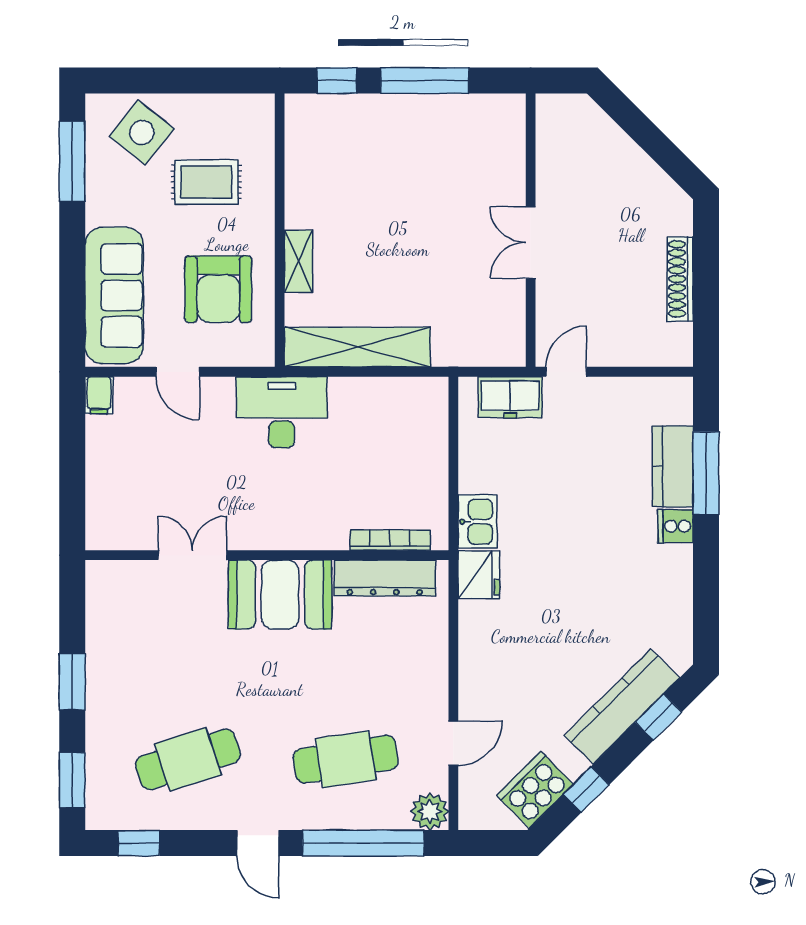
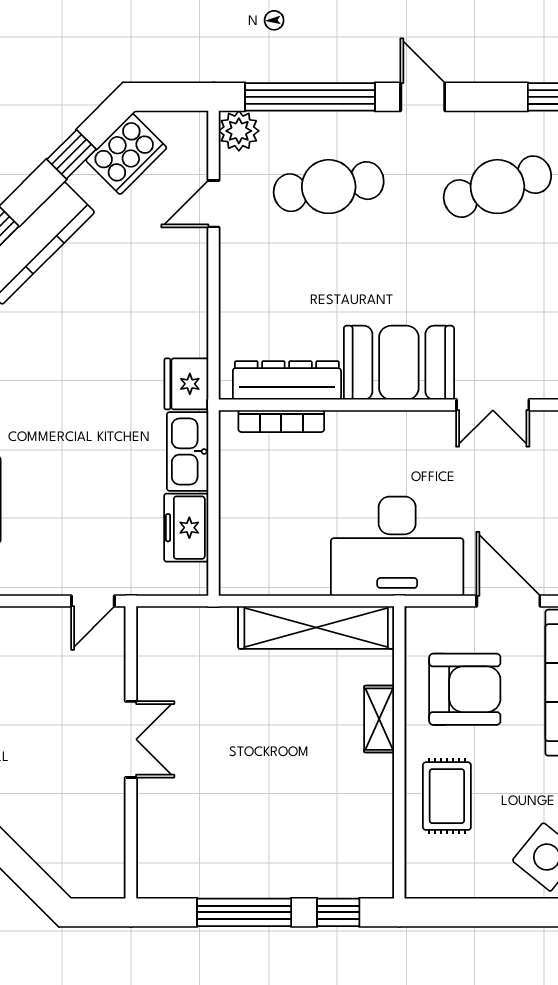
rug: (206, 182) -> (447, 796), moved, turned 90
armchair: (218, 289) -> (465, 689), turned 90
door: (178, 372) -> (508, 601), width x1.38
freezer: (510, 397) -> (186, 528), moved, turned -90
desk: (282, 412) -> (397, 546), width x1.36, depth x1.30
kitchen sink: (478, 522) -> (188, 451), width x1.38

